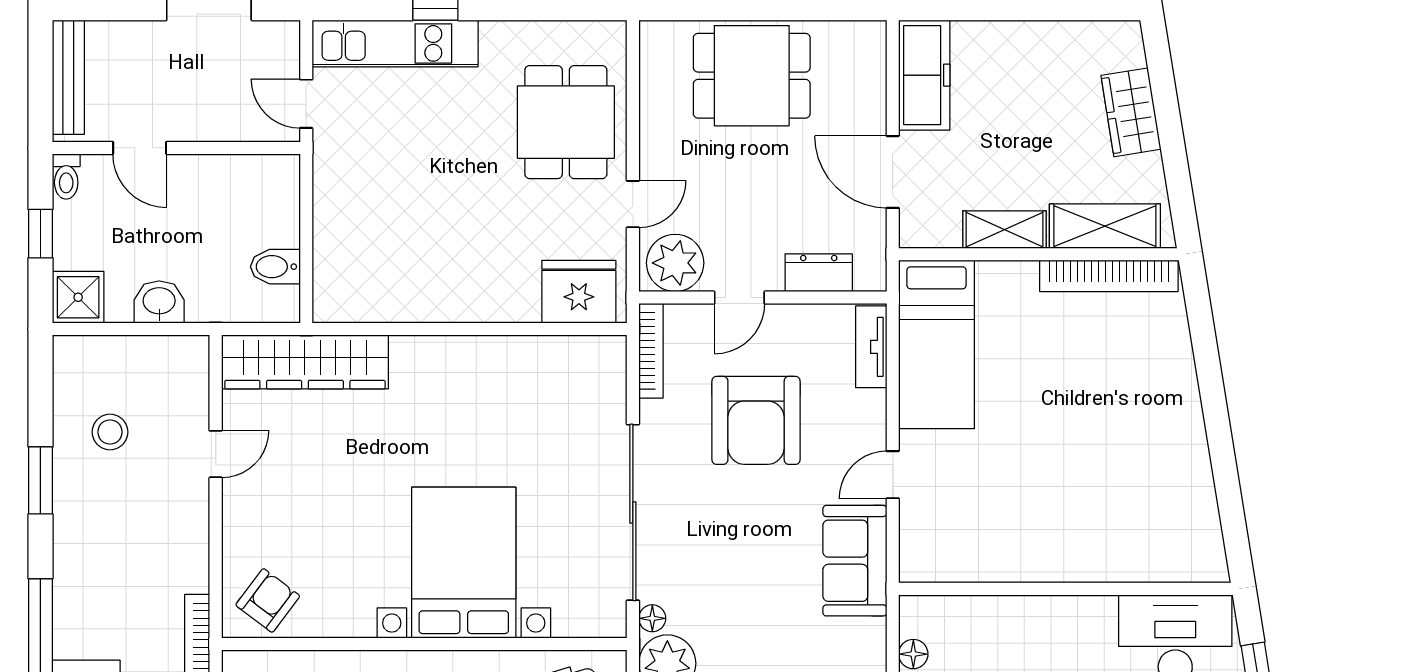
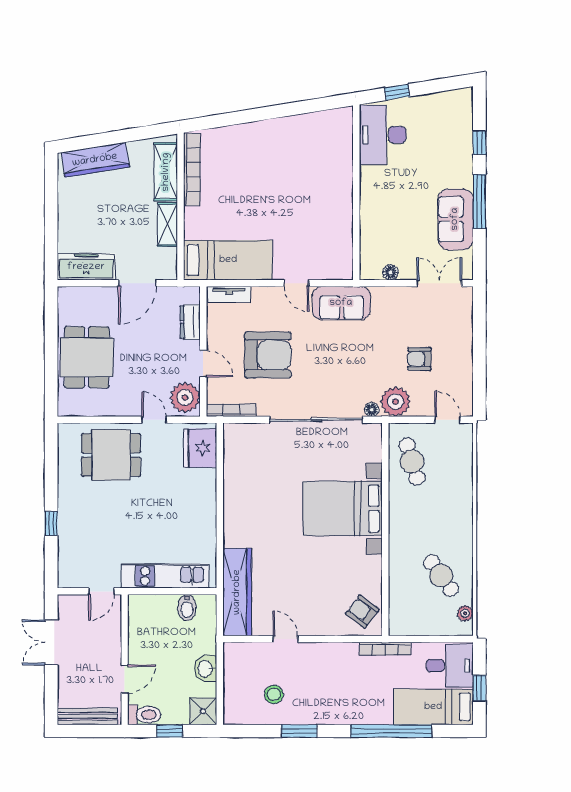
kitchen unit: (395, 43) -> (165, 576), moved, turned -90
wardrobe: (1131, 112) -> (95, 160), width x1.50
toilet: (66, 177) -> (144, 715), width x1.37, depth x1.39

